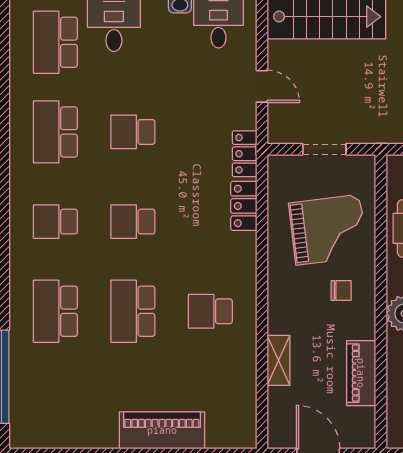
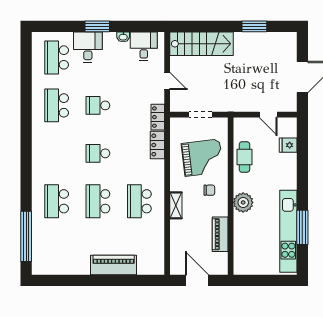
school desk: (55, 222) -> (57, 153), removed
school desk: (210, 311) -> (139, 201), width x1.85
shelving: (278, 360) -> (176, 205), moved

